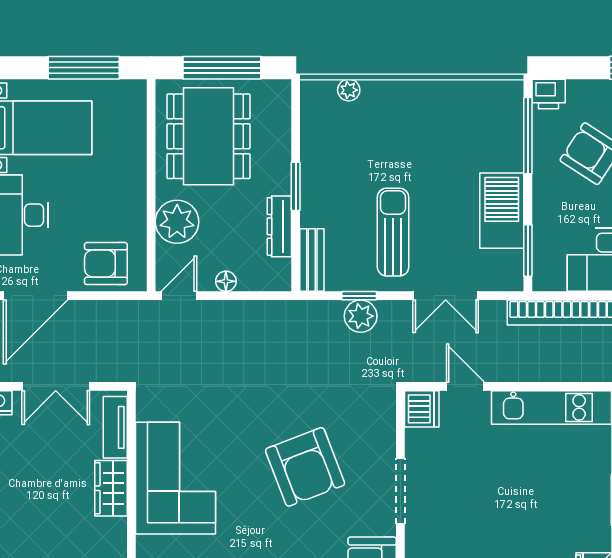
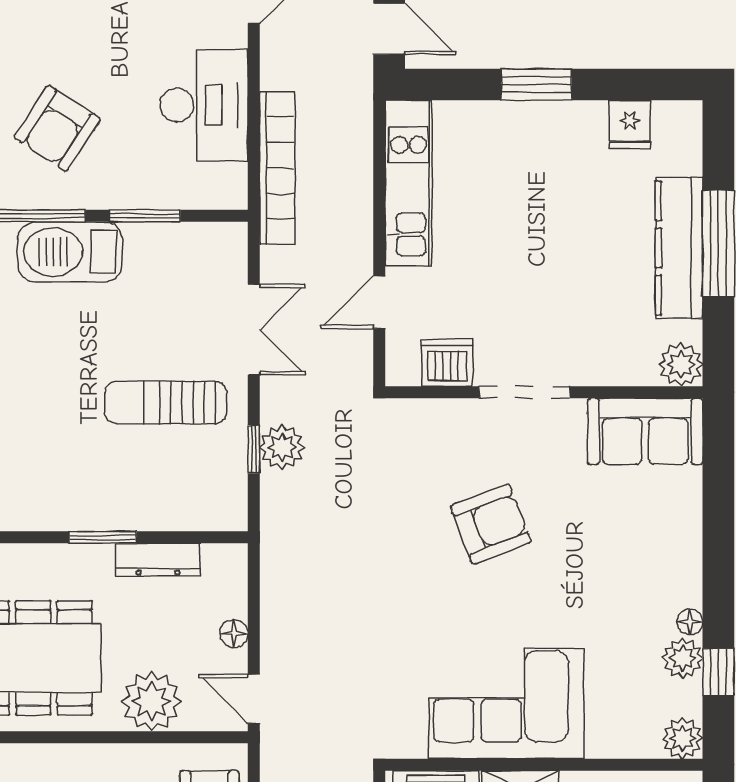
barbecue: (502, 211) -> (70, 252), moved
window: (528, 251) -> (145, 216), moved
bench: (312, 260) -> (204, 515), removed
dishwasher: (422, 409) -> (447, 363), moved
armchair: (305, 467) -> (491, 524), width x0.73, depth x0.73

